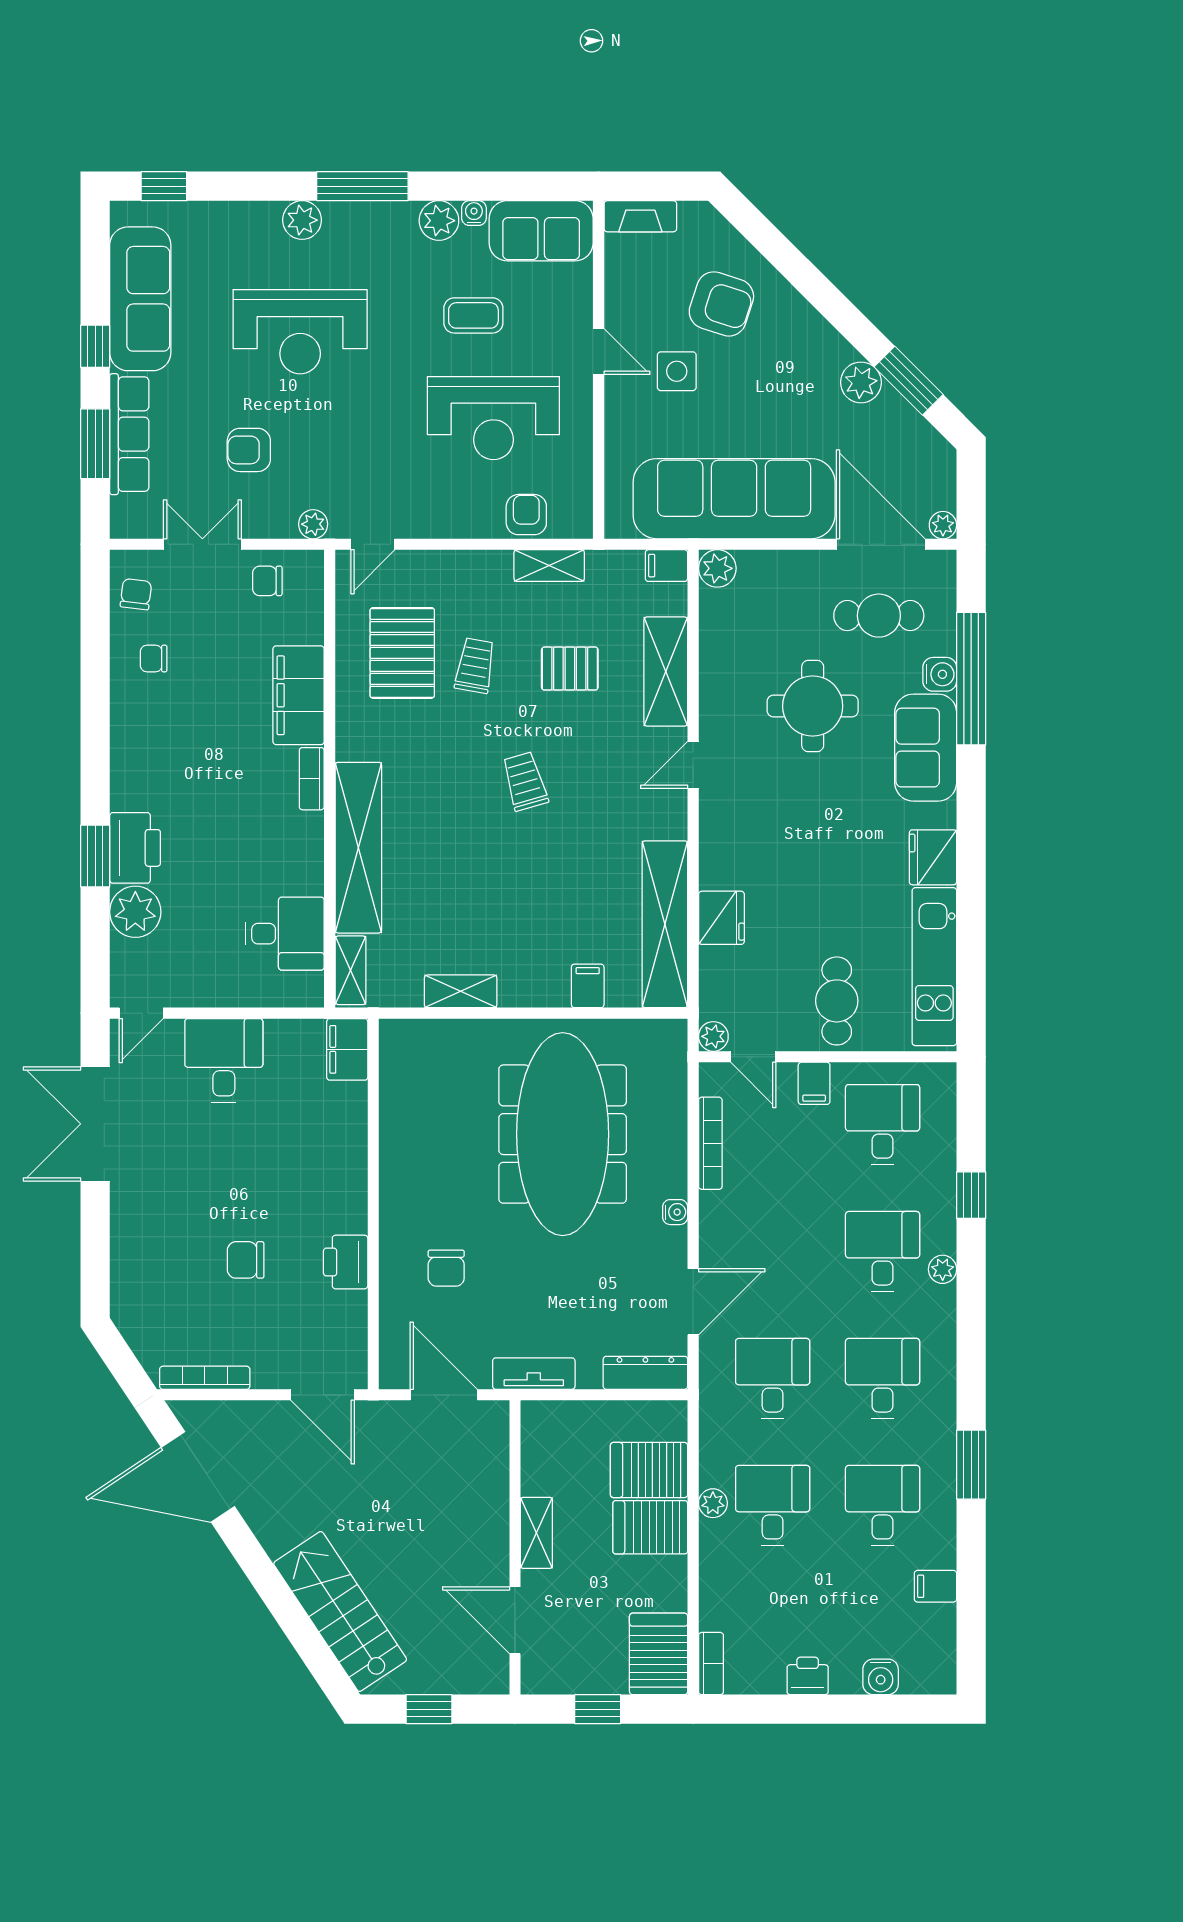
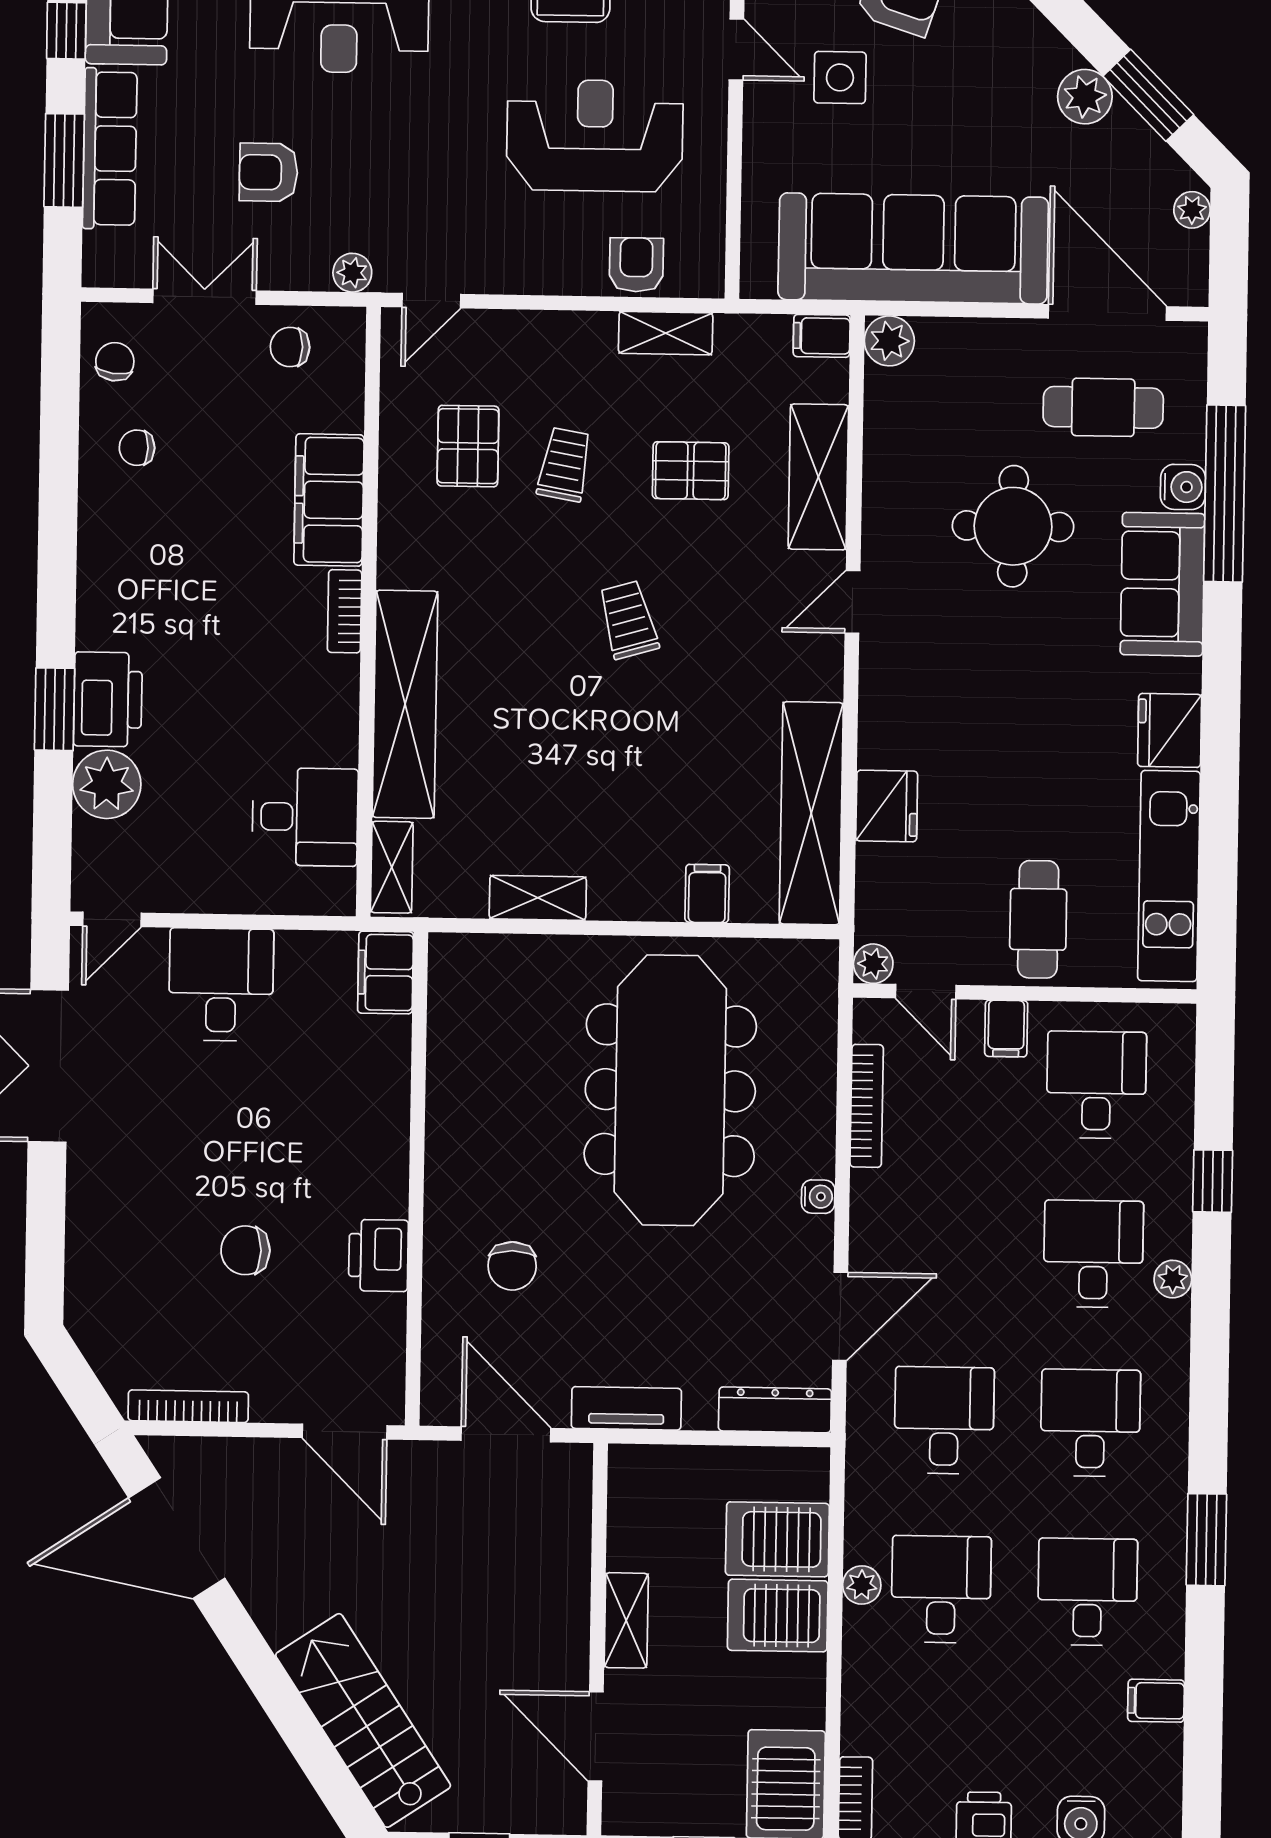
reception desk: (493, 418) -> (595, 136), turned 180
plant: (943, 525) -> (1192, 210), moved
pallet: (402, 653) -> (468, 446), width x0.67, depth x0.71

